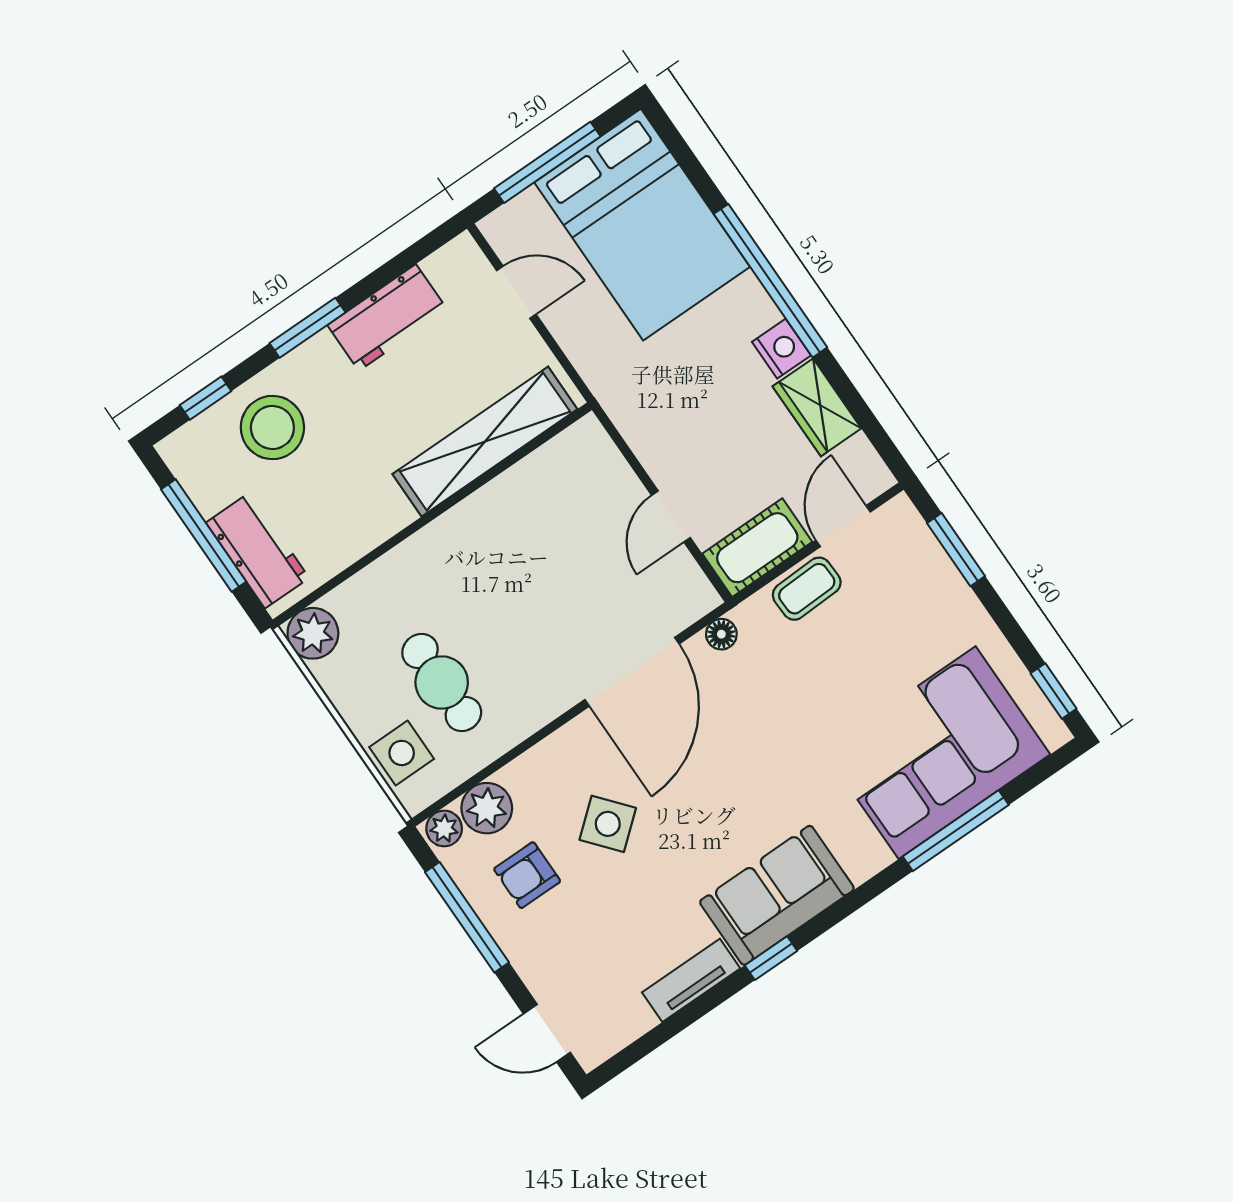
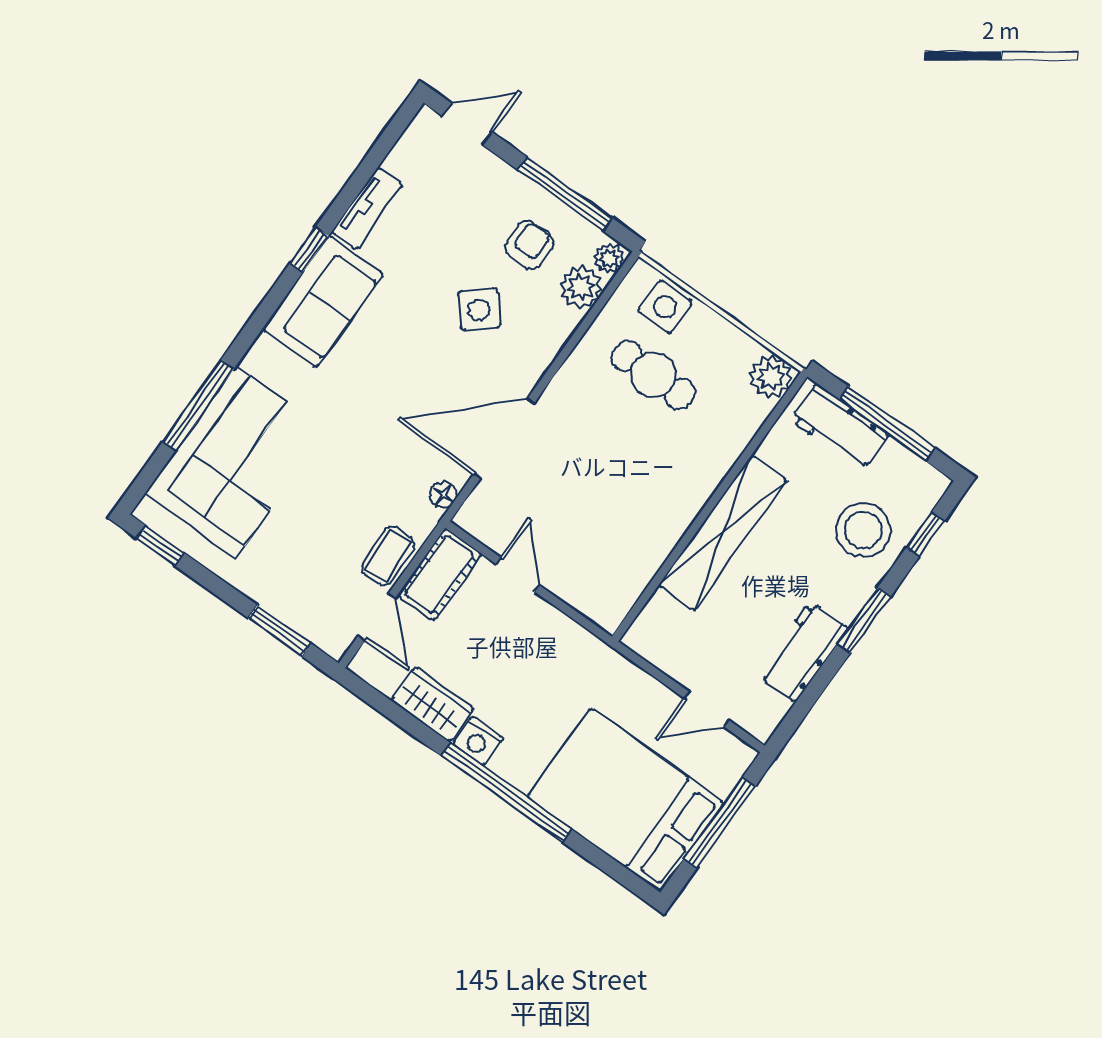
shelving: (485, 442) -> (723, 533), moved
door: (632, 672) -> (504, 439), hinge flipped

